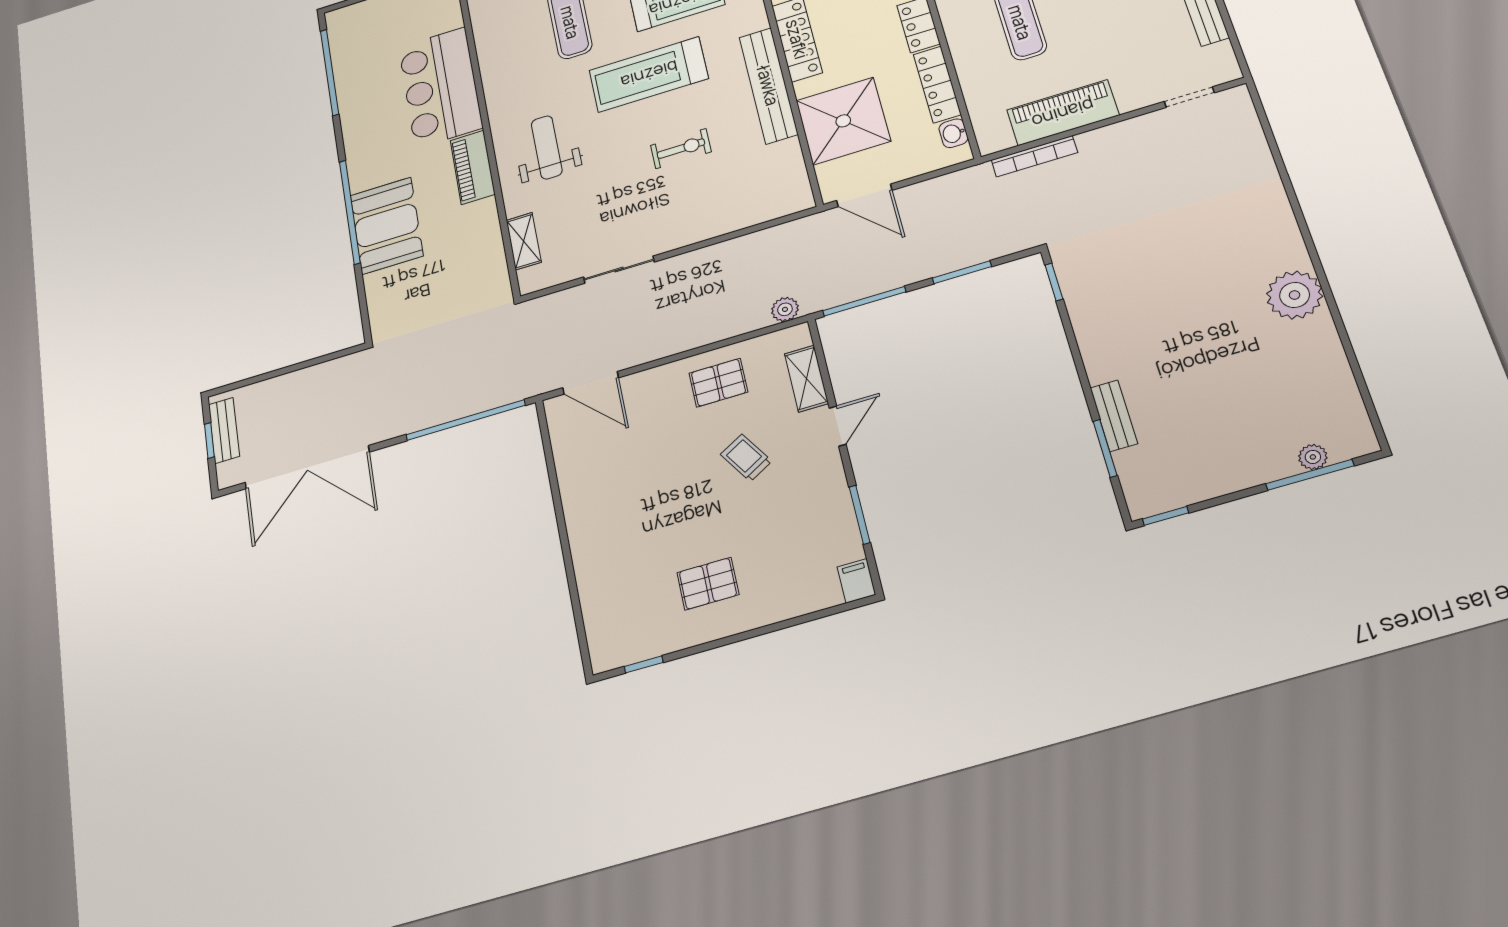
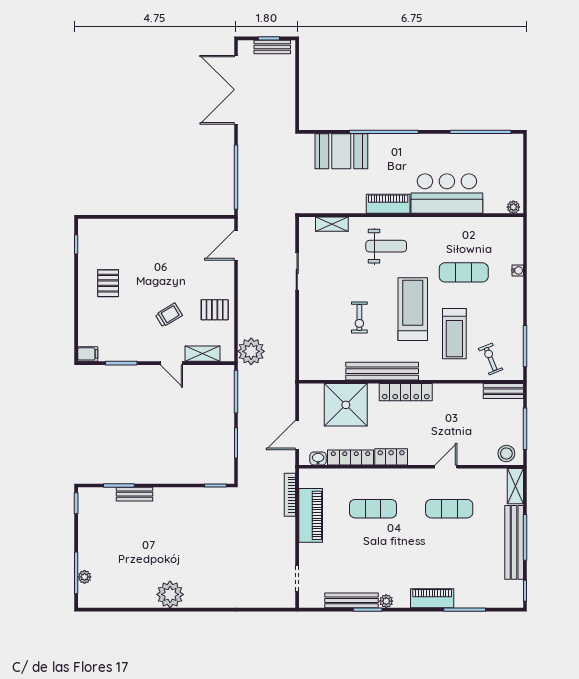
door: (864, 195) -> (297, 435), moved
booth: (387, 226) -> (341, 151), moved
plant: (785, 309) -> (251, 351), width x1.87, depth x1.87
pallet: (718, 383) -> (215, 310), turned 90

